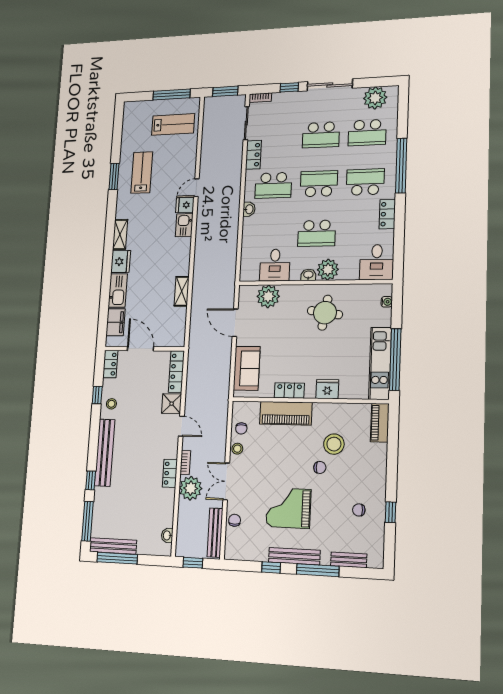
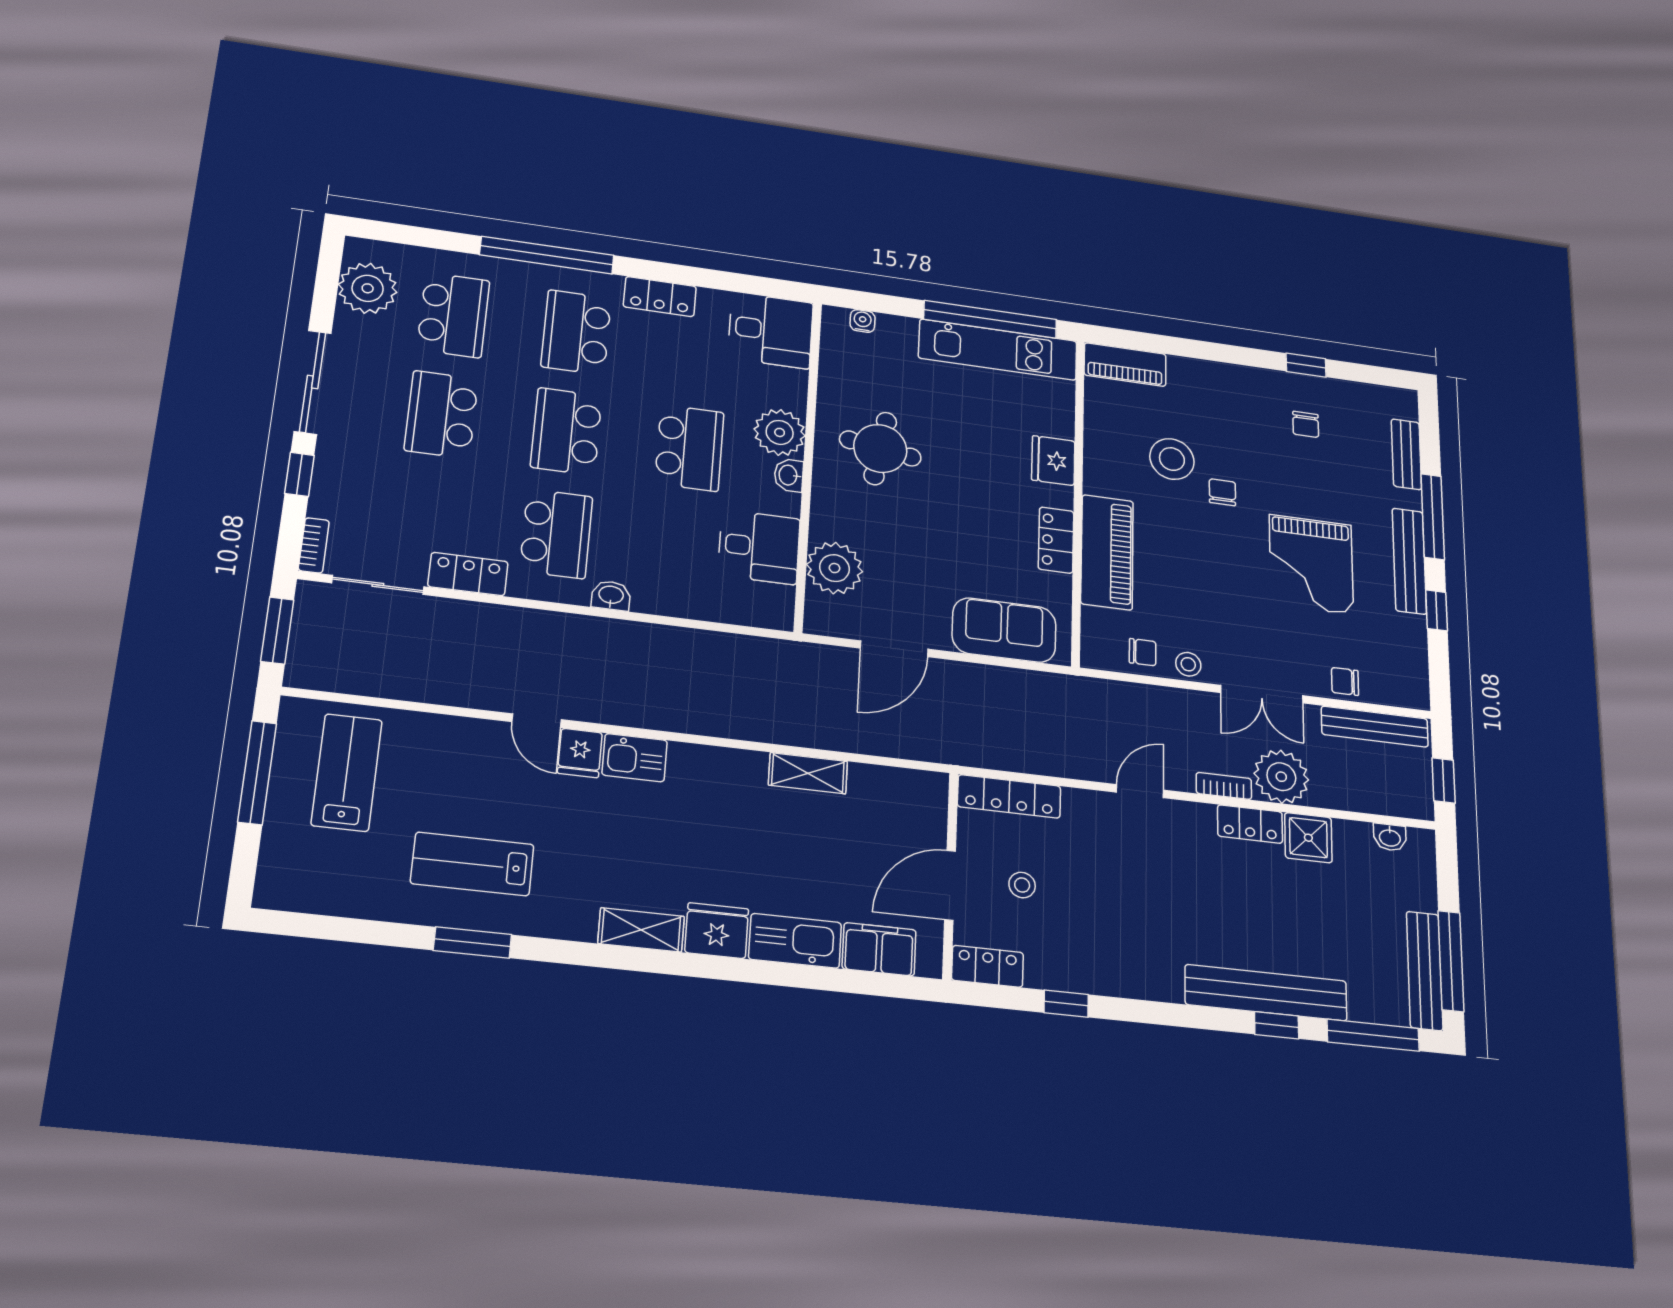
school desk: (321, 135) -> (441, 415), turned 180
stool: (111, 404) -> (1022, 885), moved
shower: (172, 404) -> (1308, 838), moved
bench: (105, 453) -> (1266, 993), moved

